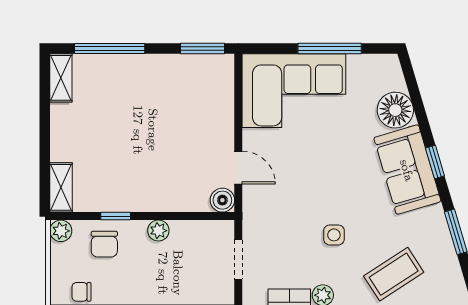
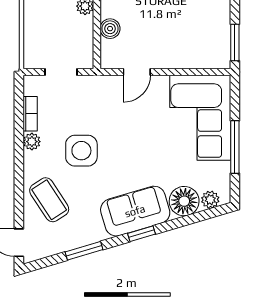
plant: (393, 78) -> (210, 200), added
boiler: (222, 200) -> (110, 29), moved
side table: (334, 235) -> (81, 151), width x1.87, depth x1.87

